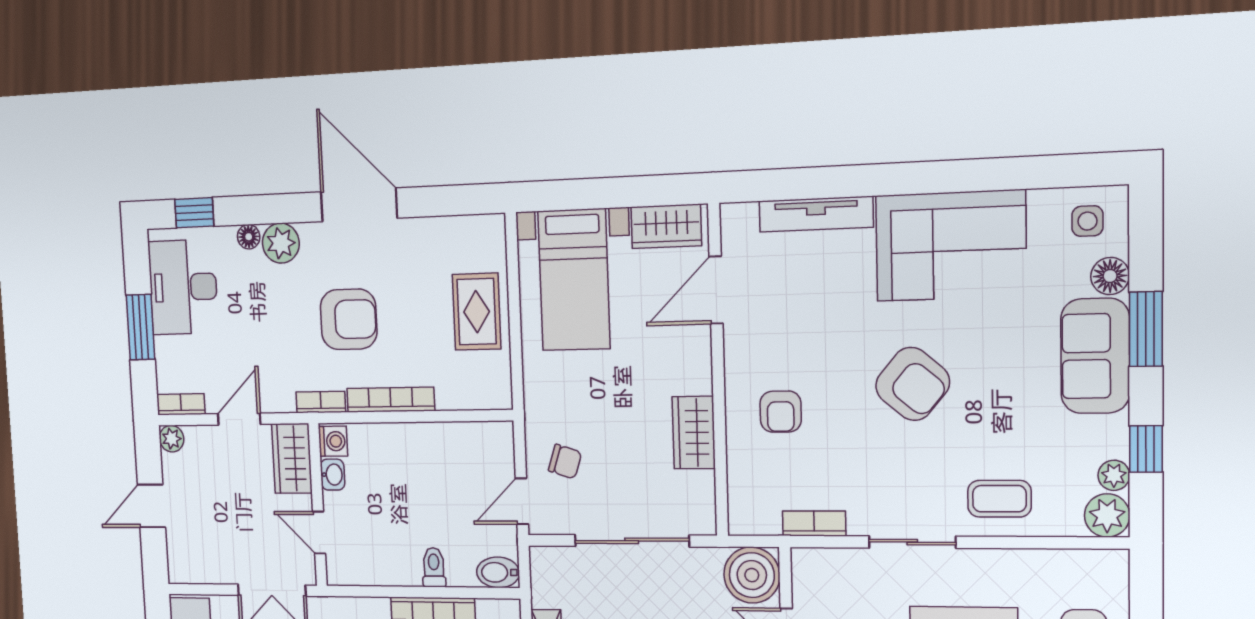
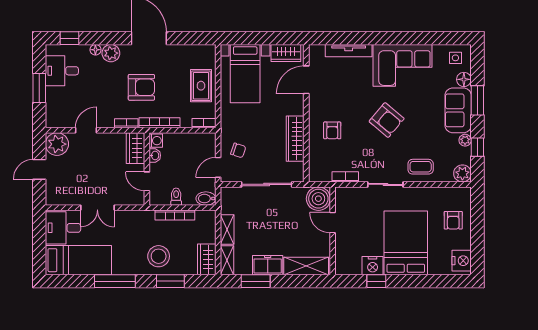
desk: (183, 287) -> (62, 71), width x0.73
bookcase: (181, 404) -> (204, 123), moved
wardrobe: (694, 433) -> (295, 139), width x1.50
plant: (172, 439) -> (57, 144), width x1.88, depth x1.88
washing machine: (333, 441) -> (156, 141), moved
wardrobe: (292, 458) -> (136, 148), moved
washbasin: (333, 475) -> (155, 155), moved
plant: (1114, 475) -> (465, 140), moved
wall: (318, 505) -> (147, 169), moved
door: (319, 533) -> (147, 181), moved

